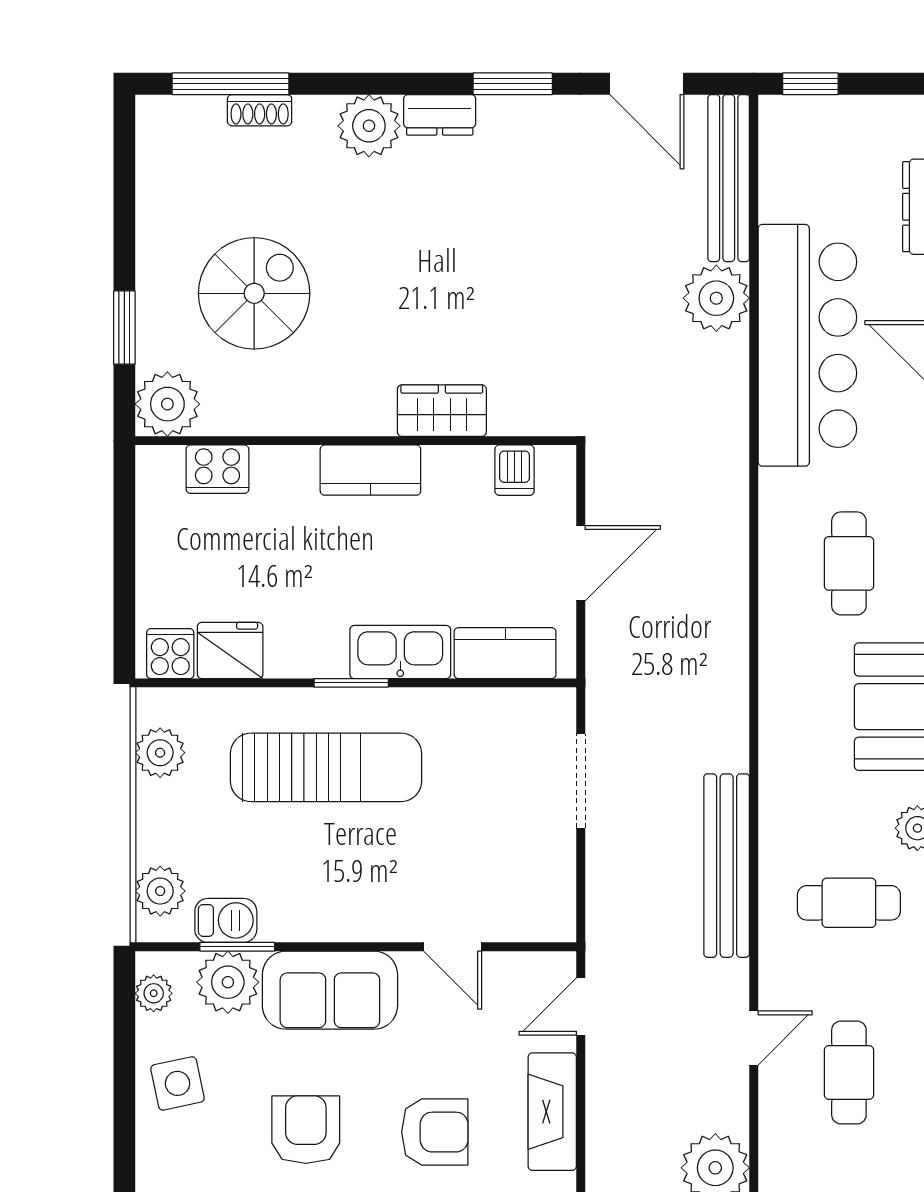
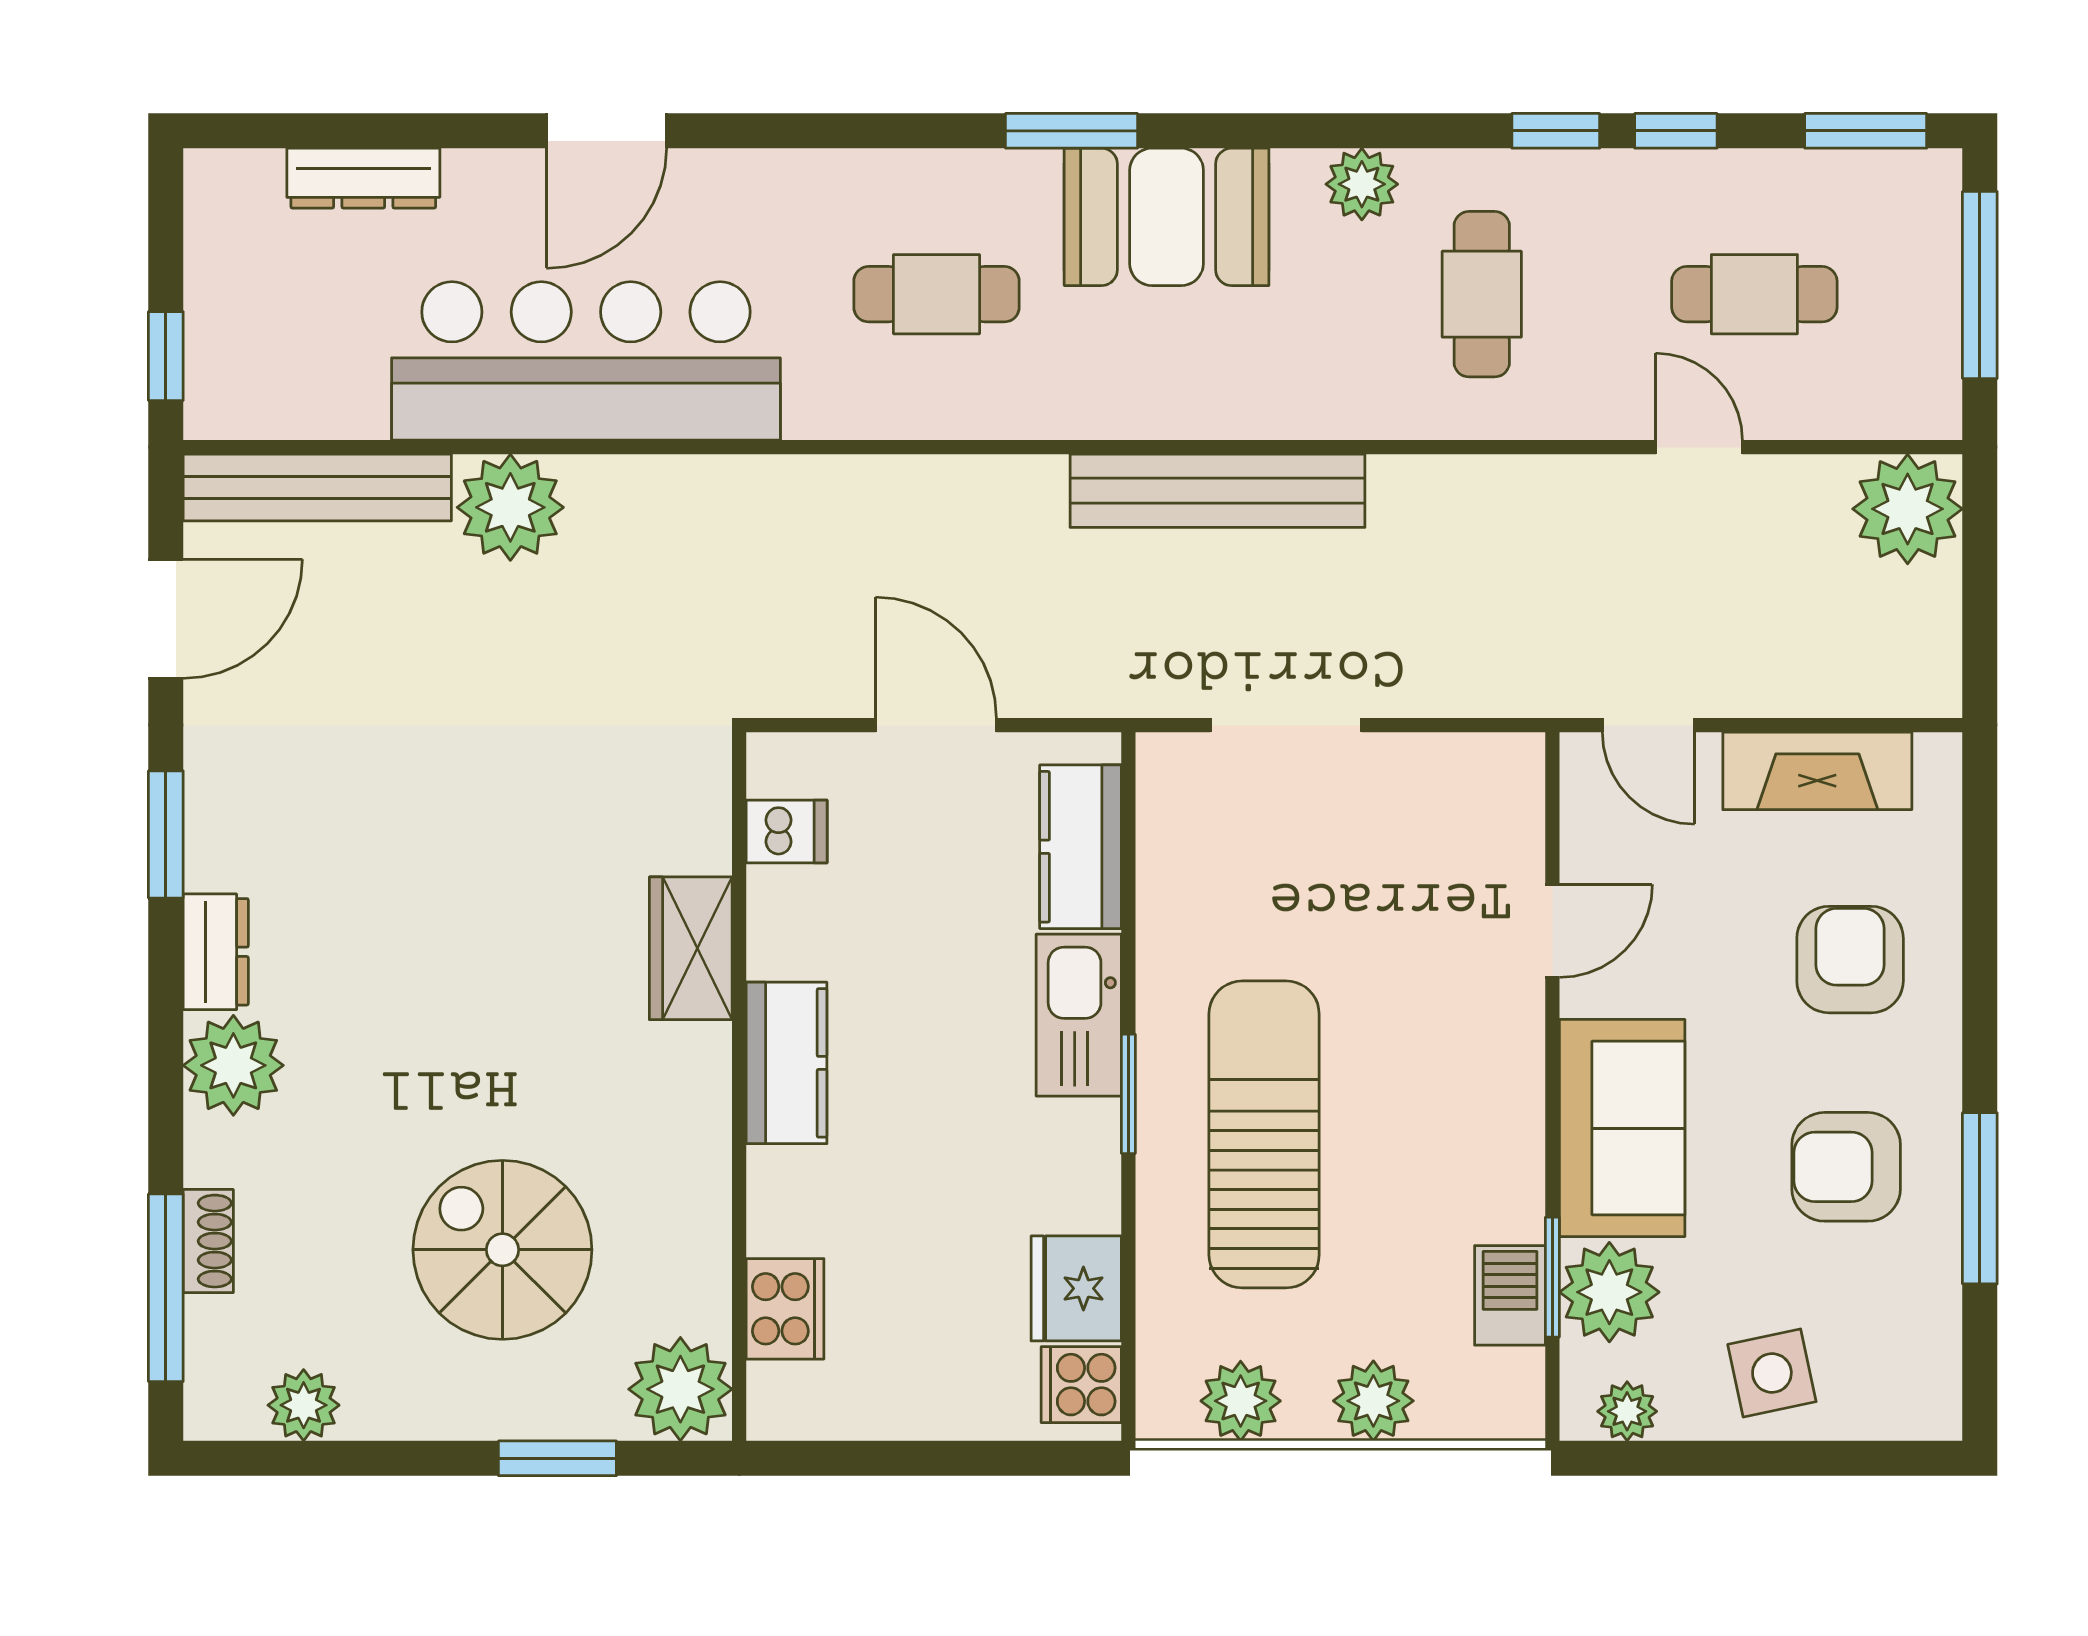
plant: (157, 169) -> (304, 1405), added
bench: (727, 866) -> (1218, 491), moved
plant: (160, 891) -> (1373, 1401), moved

